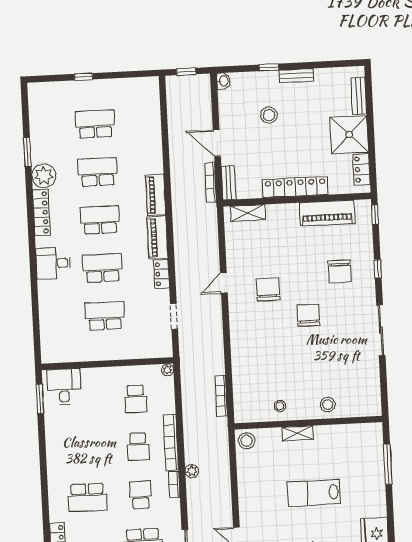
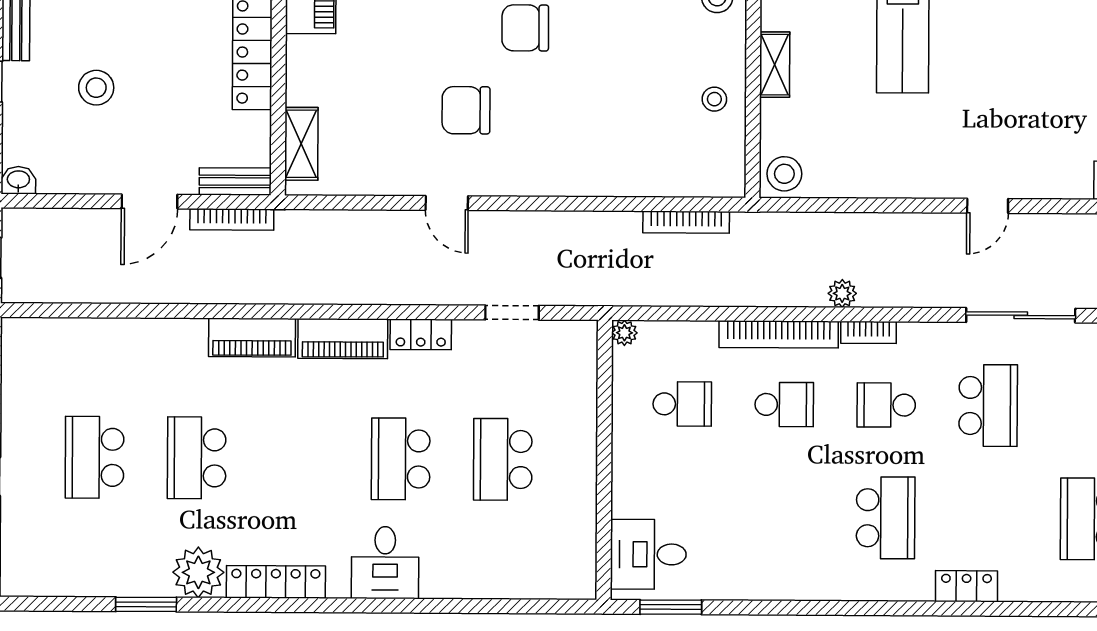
school desk: (100, 220) -> (299, 458), removed

